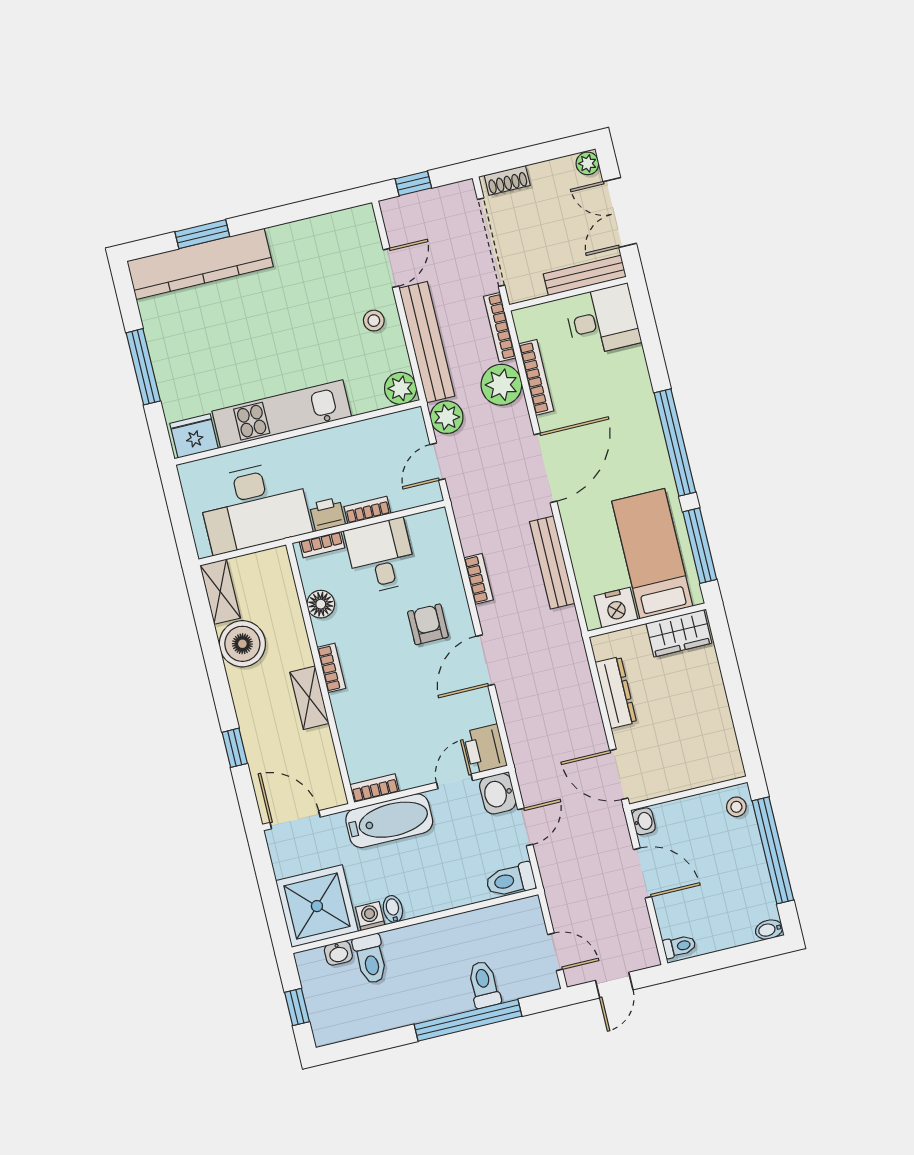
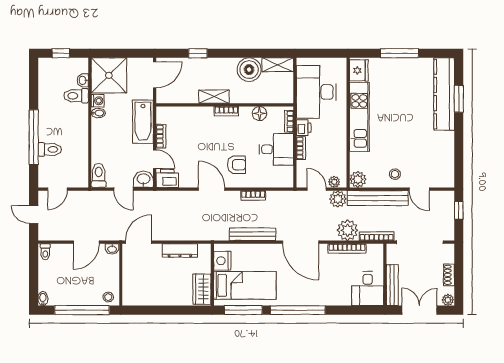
shoe rack: (507, 180) -> (449, 275), moved
plant: (416, 432) -> (334, 182), added
bookcase: (375, 788) -> (161, 136), moved

